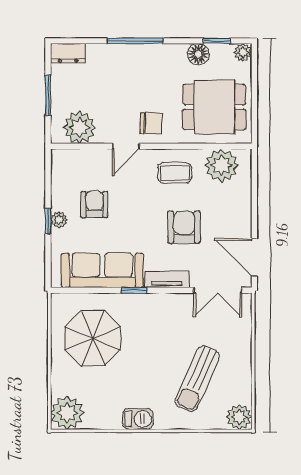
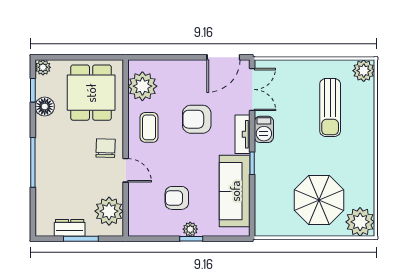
dresser: (68, 53) -> (70, 228), moved, turned -90
parasol: (93, 338) -> (319, 200), moved
sun lounger: (197, 379) -> (330, 108), turned 66
barbecue: (138, 419) -> (264, 129), moved, turned 180

